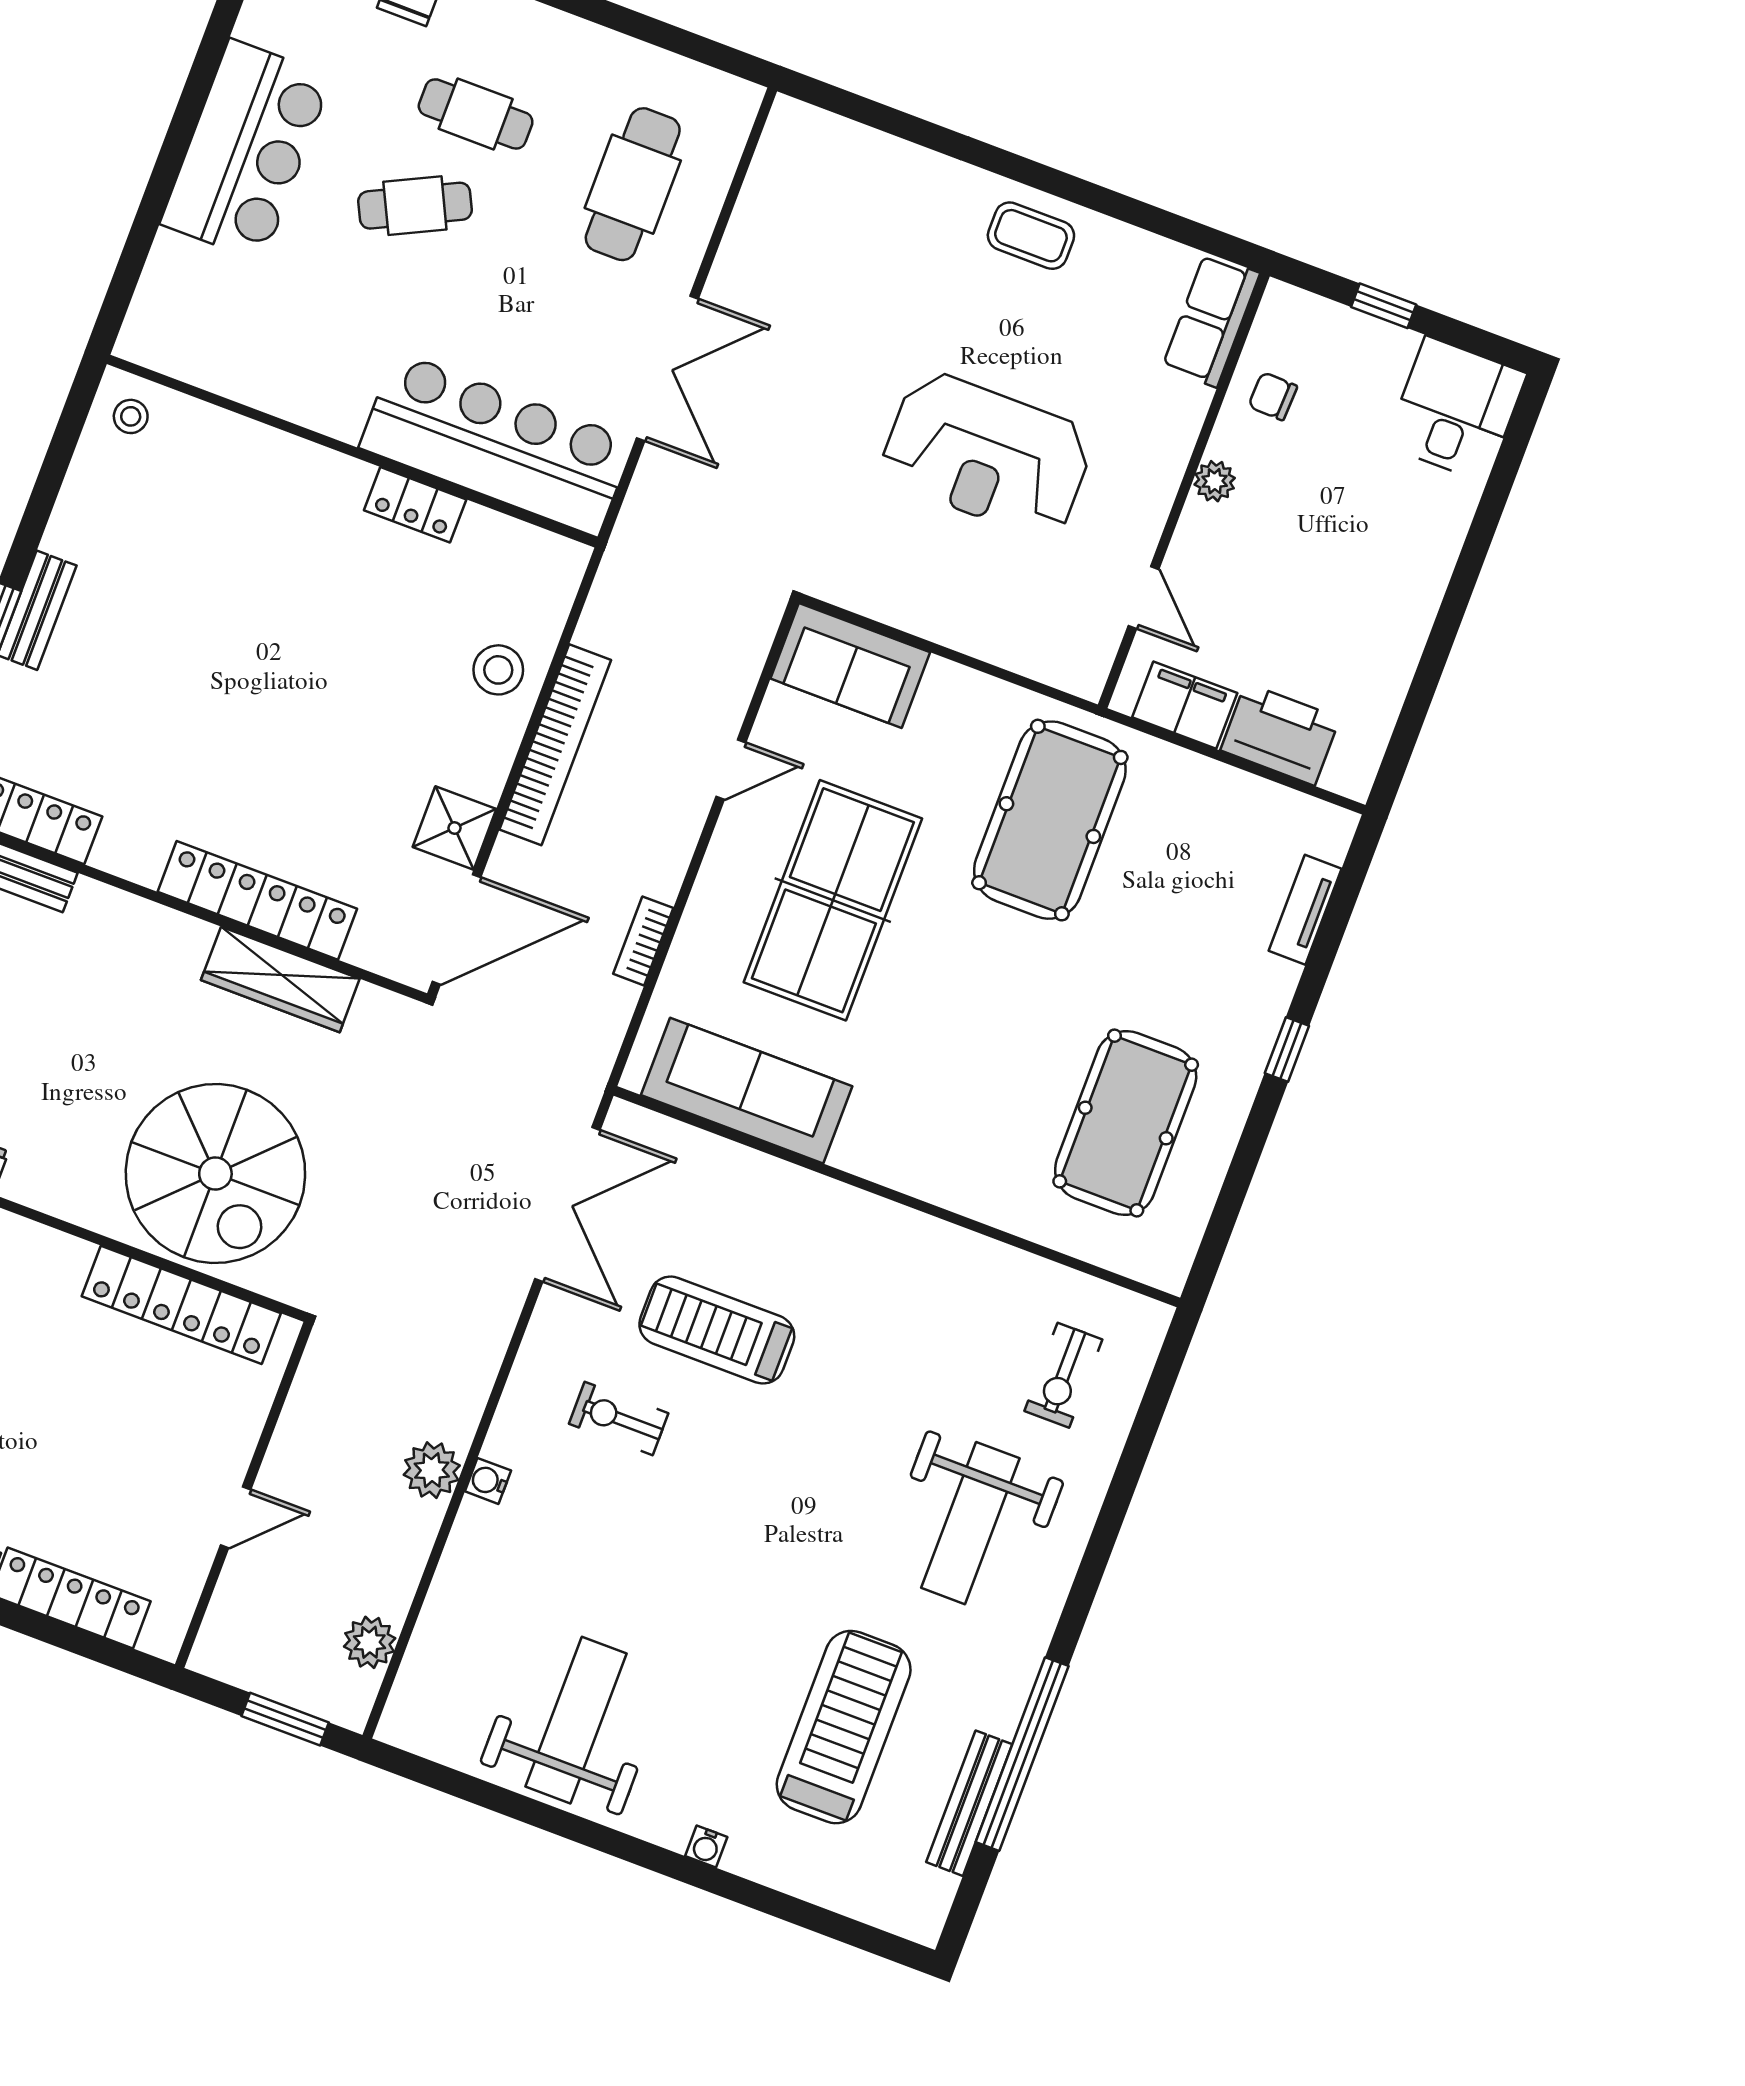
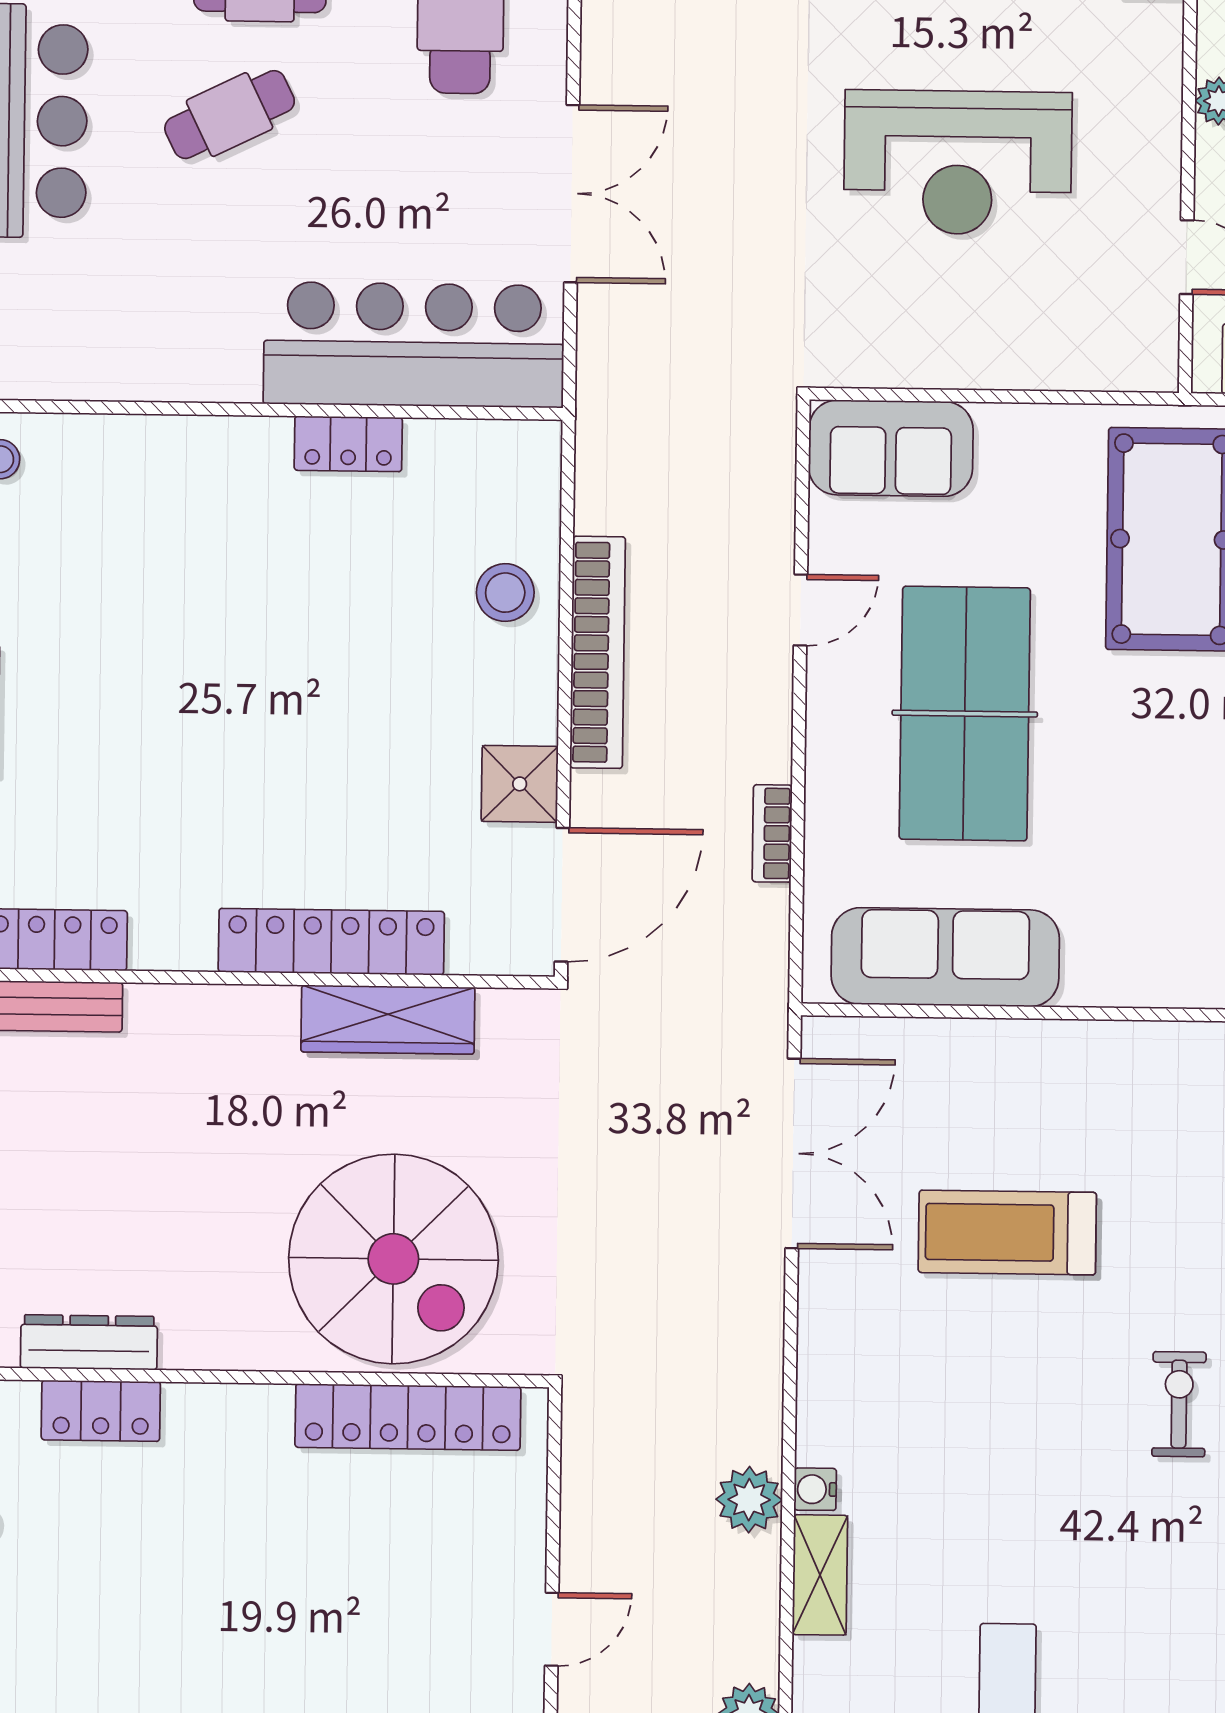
exercise bike: (619, 1418) -> (1179, 1404), moved, turned 90
shelving: (467, 1551) -> (820, 1575), added

